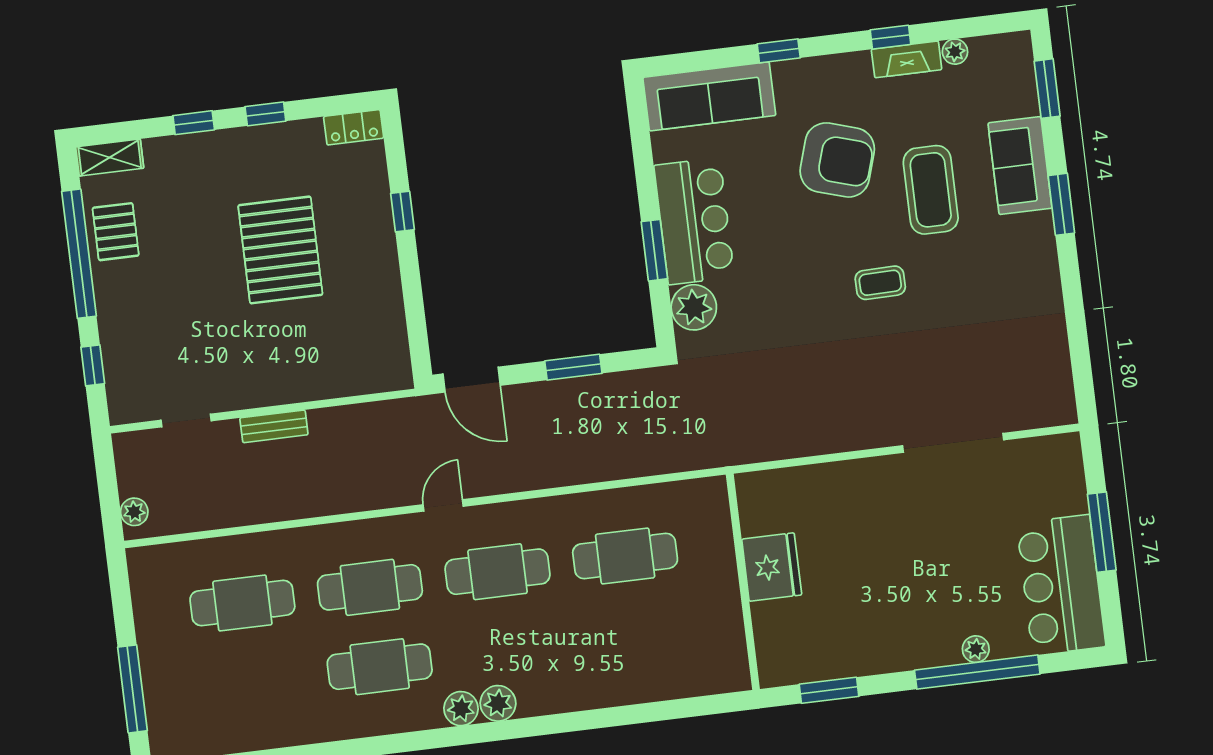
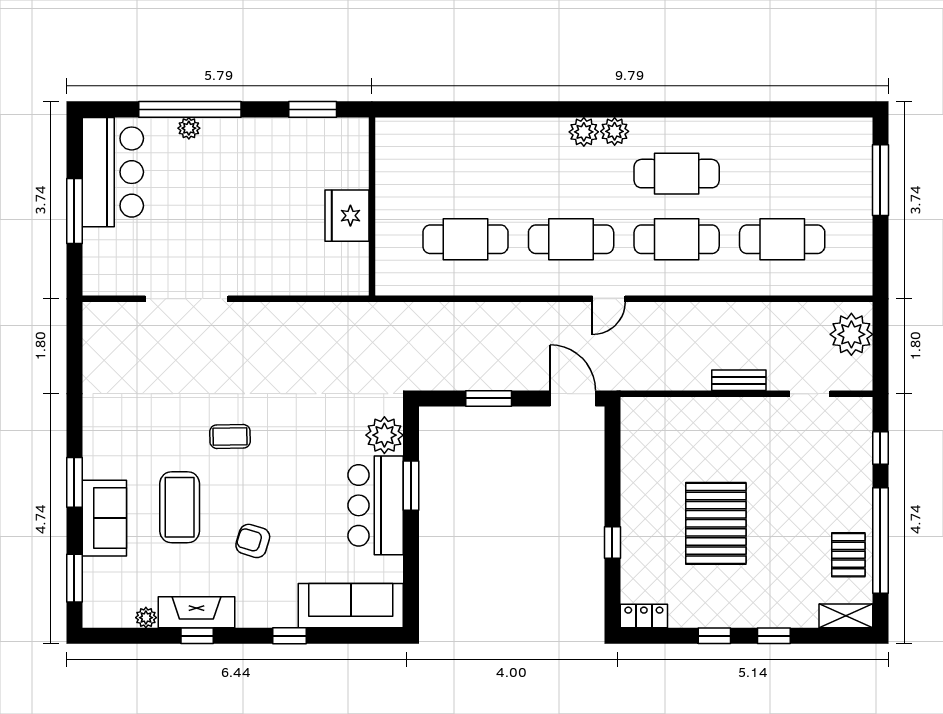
fireplace: (907, 59) -> (196, 612), width x1.37, depth x1.32
armchair: (837, 160) -> (253, 541), width x0.53, depth x0.53
plant: (134, 512) -> (851, 334), width x1.87, depth x1.87

